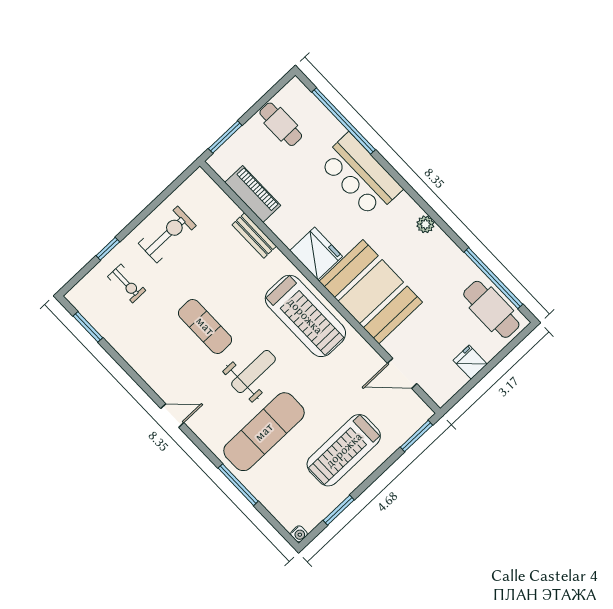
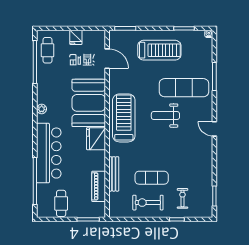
bar counter: (360, 175) -> (49, 153), width x1.36
bench: (254, 235) -> (114, 174), width x1.36
cafe table: (491, 309) -> (47, 50), width x0.73, depth x0.74
exercise mat: (205, 326) -> (152, 178), moved, turned 90

